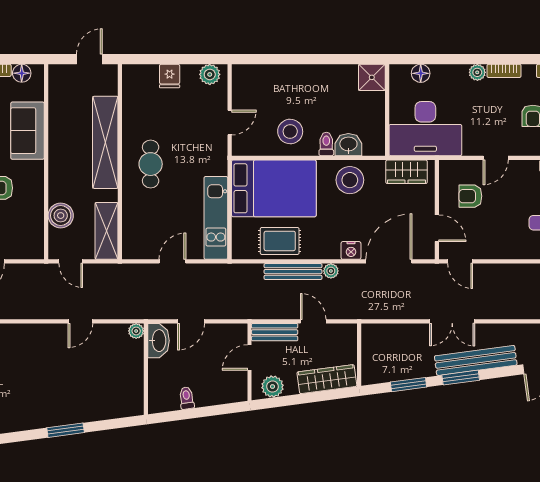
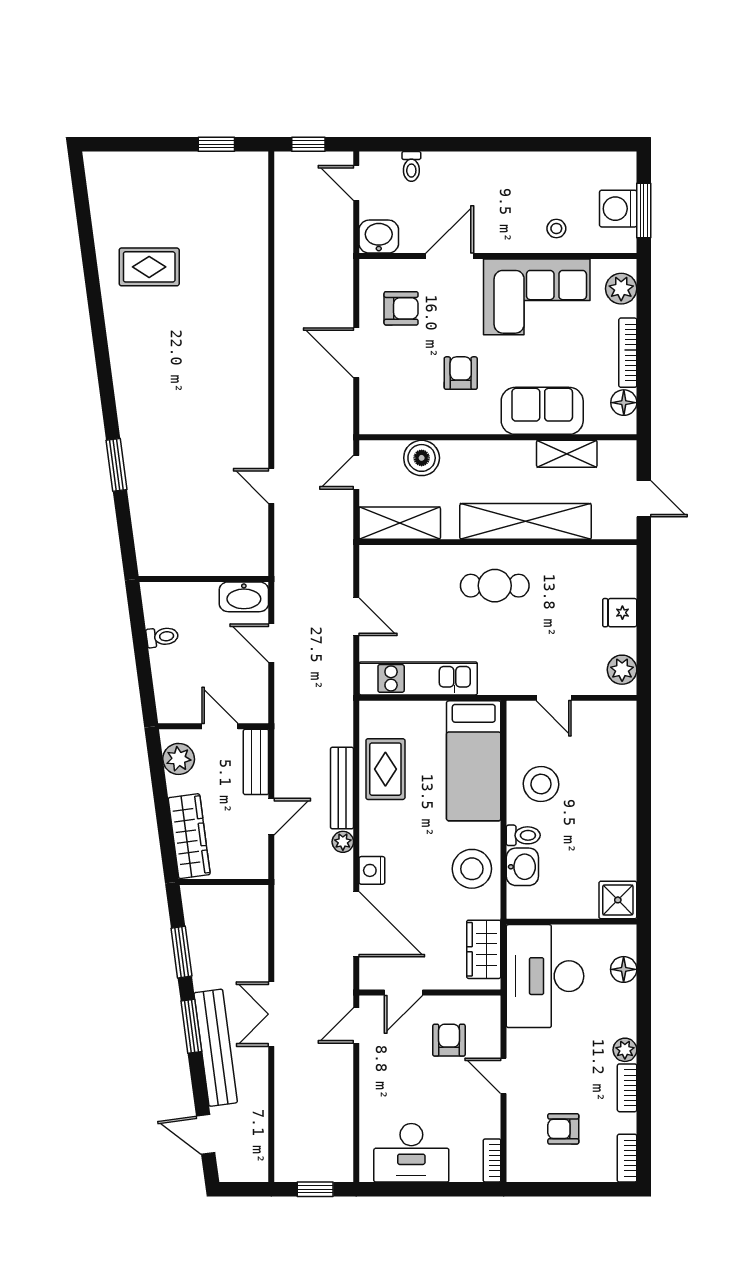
shelving: (58, 113) -> (567, 454), added
bed: (274, 188) -> (474, 761), width x0.67
plant: (136, 331) -> (258, 565), removed

